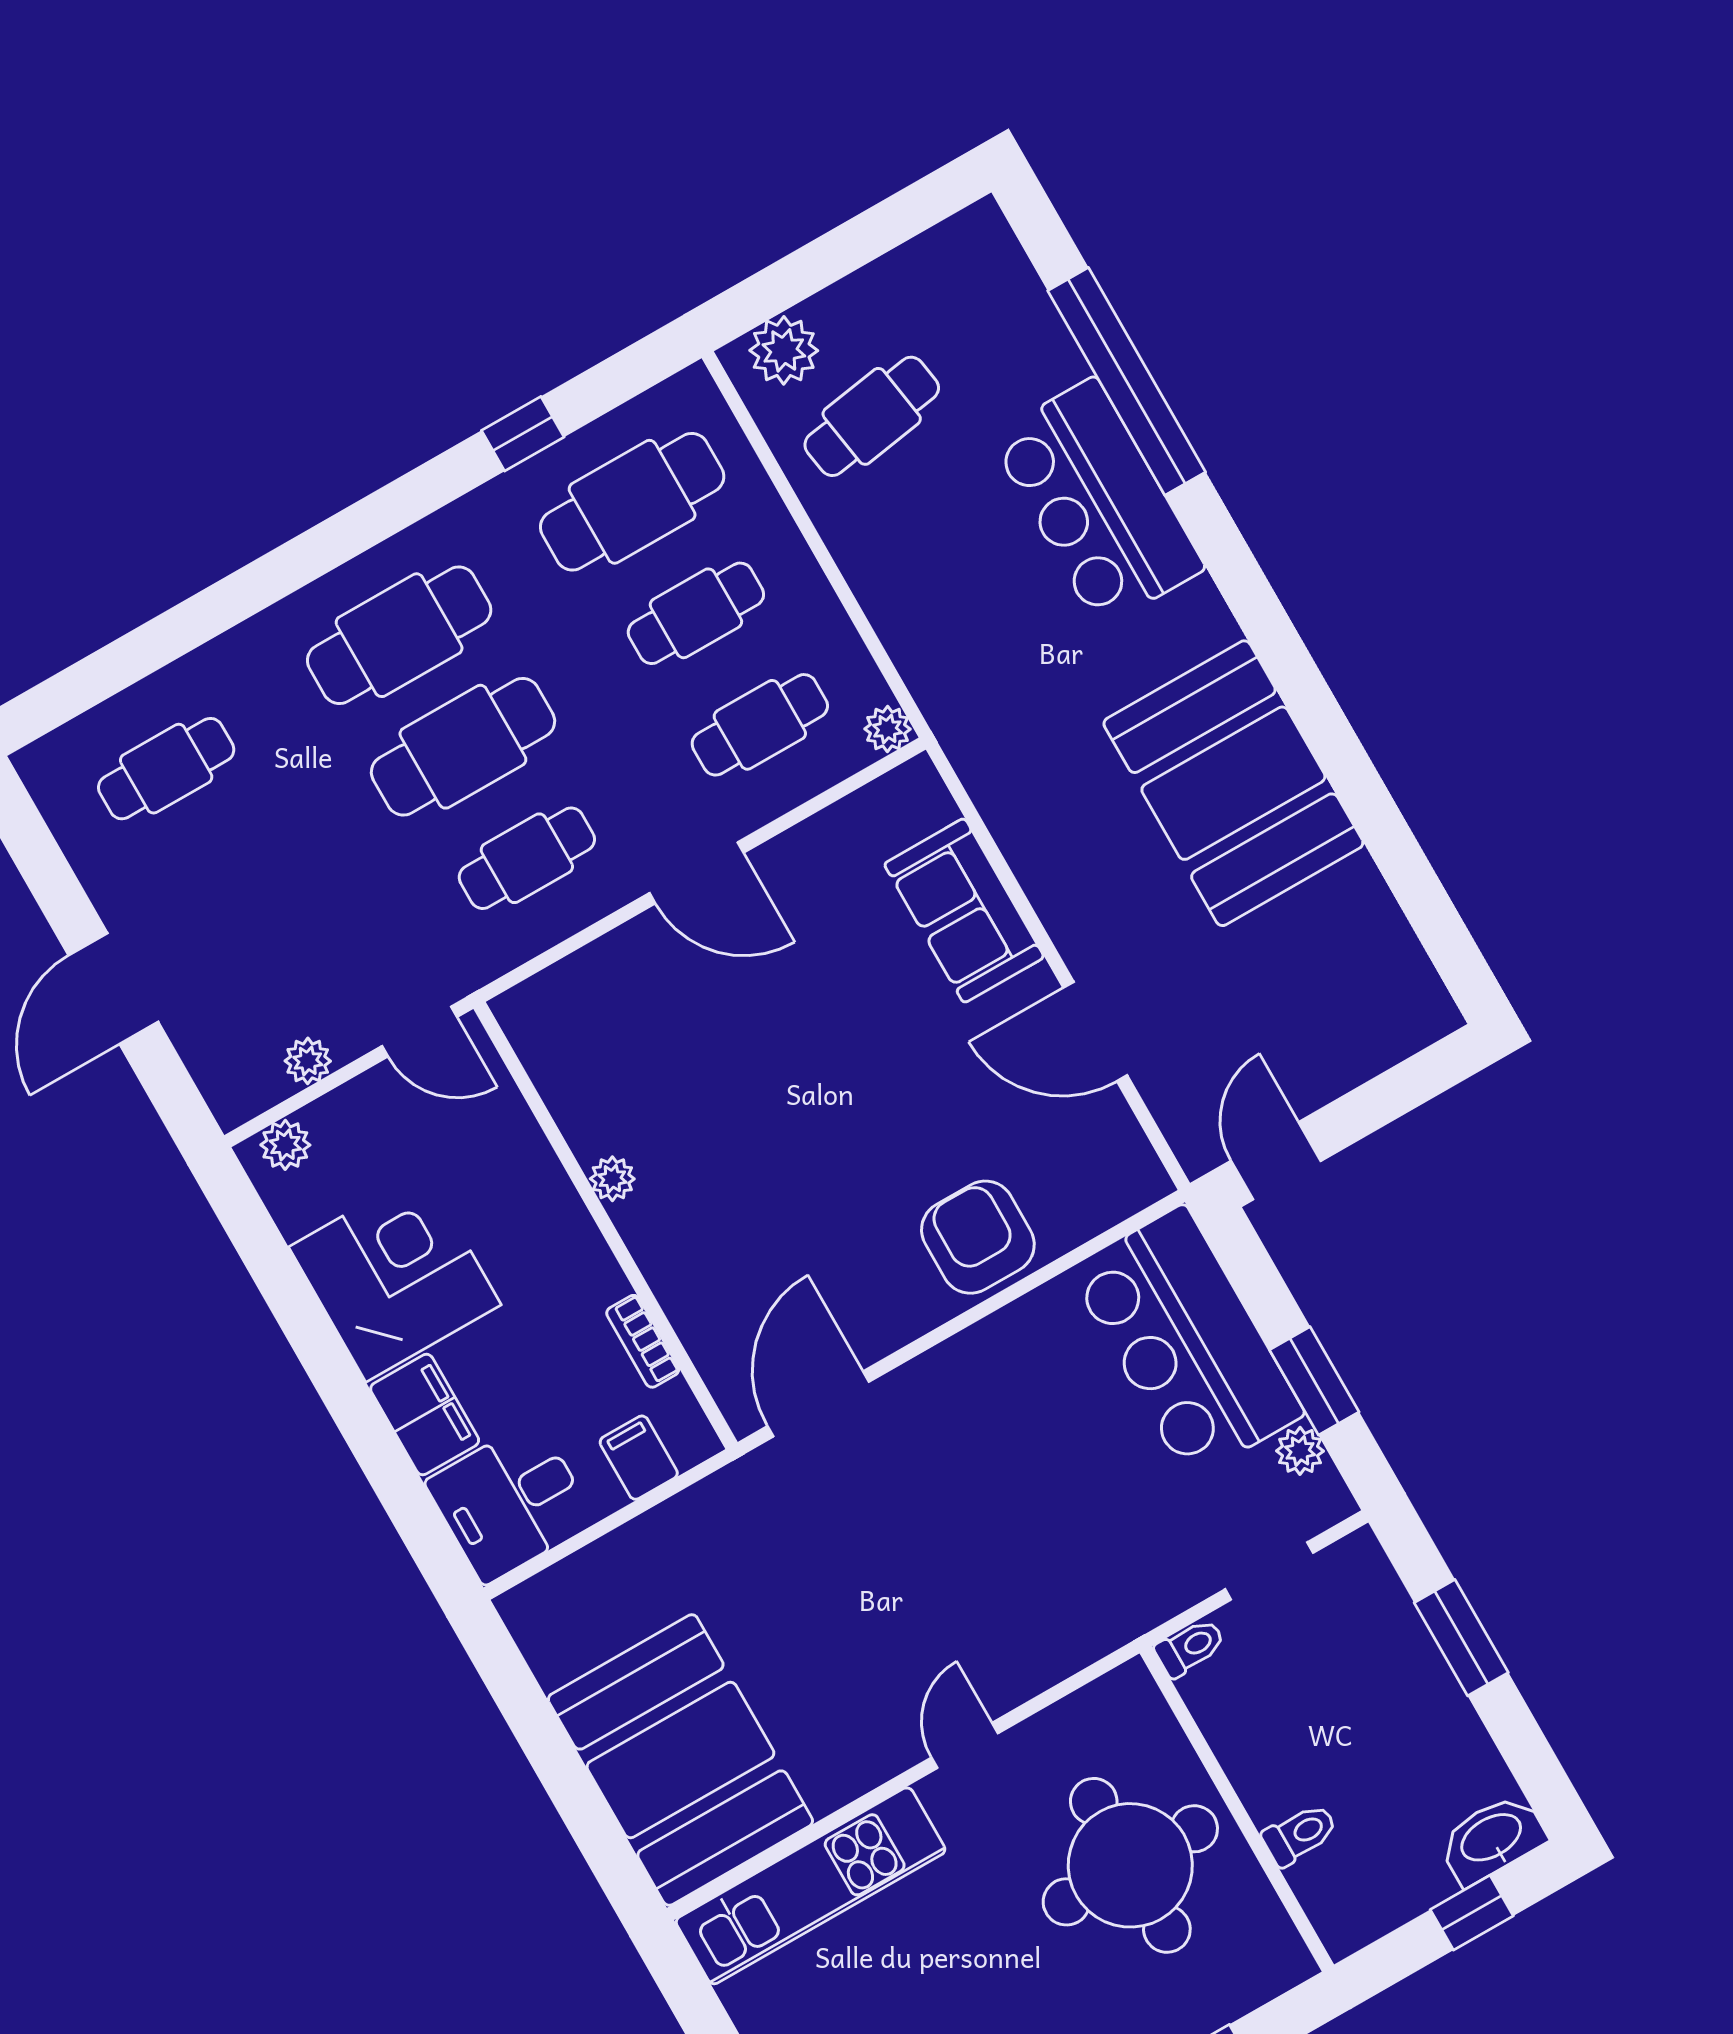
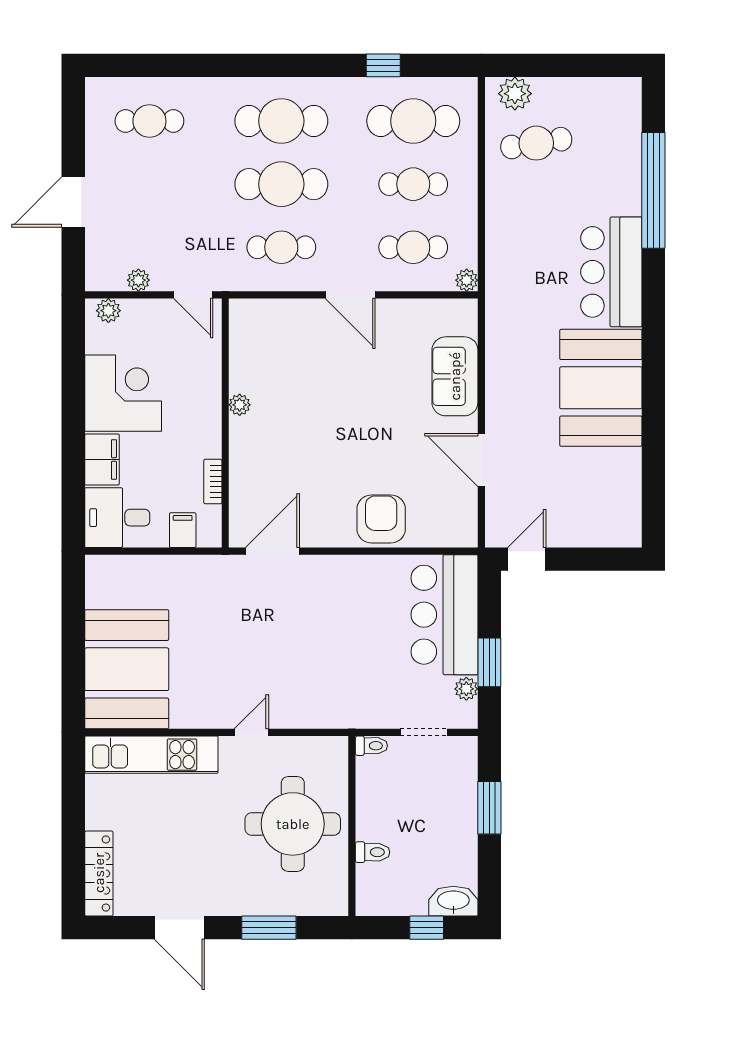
bar counter: (1097, 503) -> (611, 272), moved

